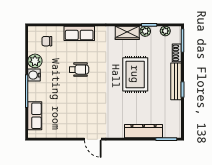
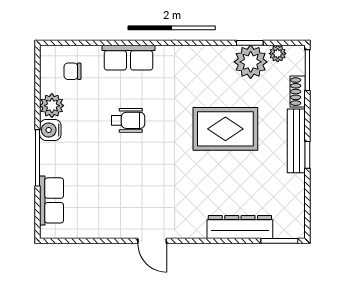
plant: (145, 31) -> (251, 62), width x1.87, depth x1.87
wardrobe: (127, 33) -> (212, 57), removed
rug: (135, 74) -> (225, 129), turned 90

